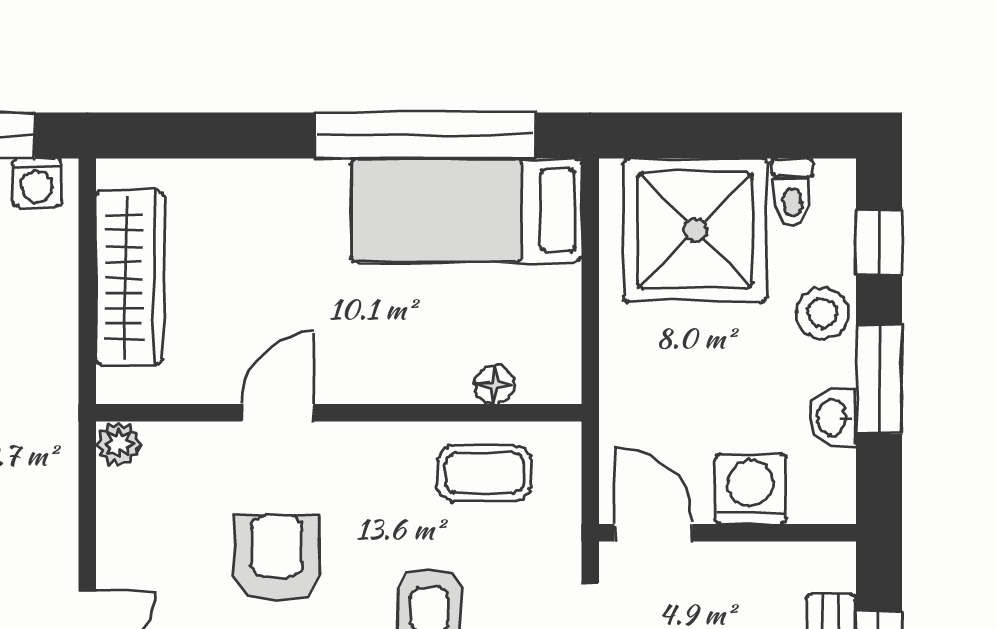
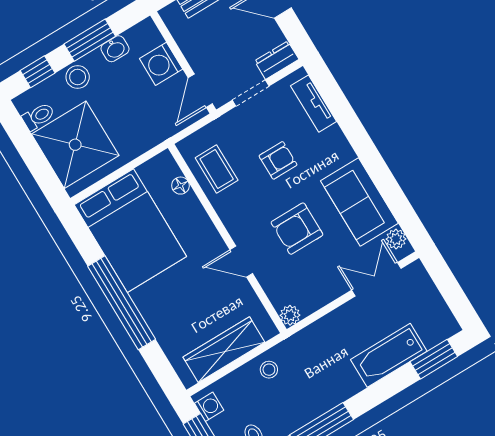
window: (424, 136) -> (122, 303), moved
bed: (466, 210) -> (130, 231), width x1.50
stool: (39, 341) -> (269, 370), added

